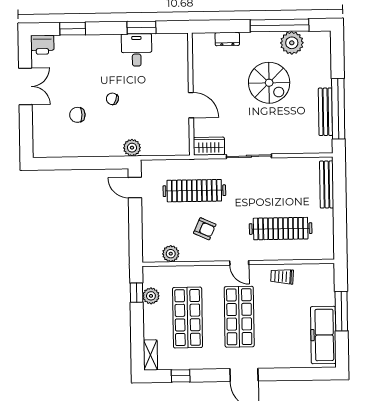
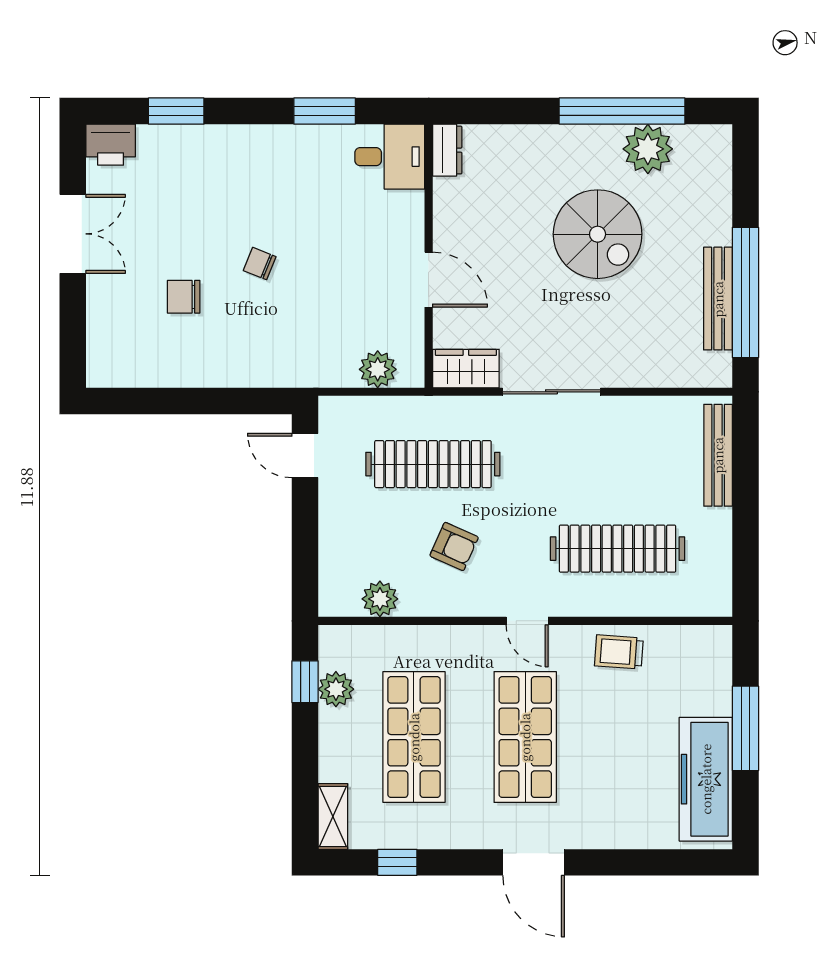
dresser: (227, 39) -> (447, 150), moved, turned -90
desk: (137, 50) -> (390, 157), moved, turned 90
plant: (132, 148) -> (378, 369), moved

